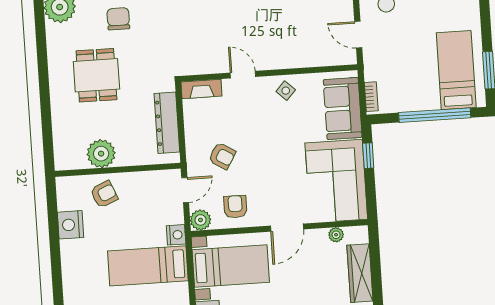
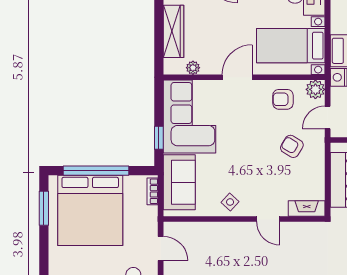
bed: (456, 70) -> (90, 210), width x2.04
armchair: (235, 207) -> (283, 99), turned 90

